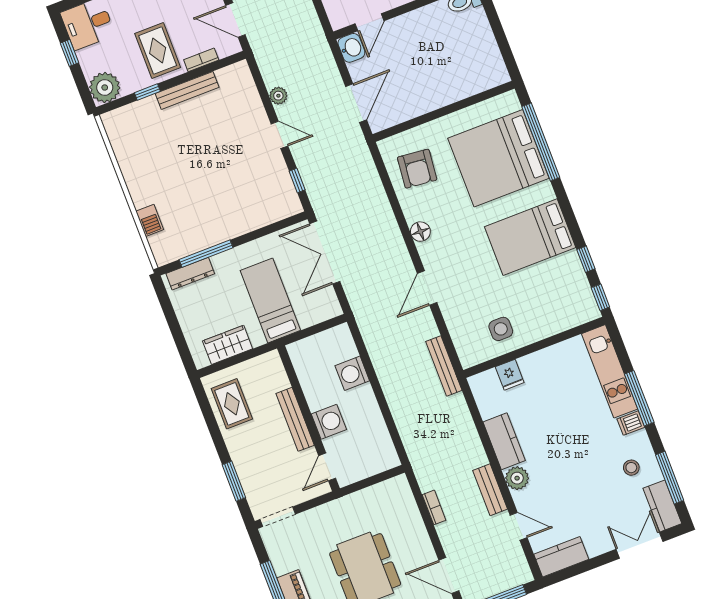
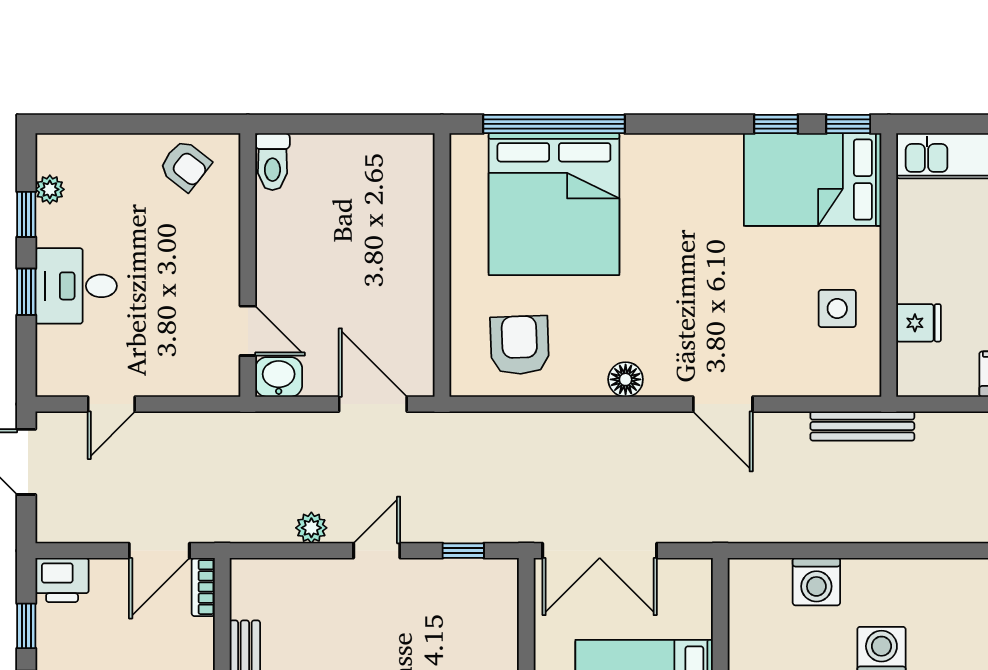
bookcase: (201, 60) -> (203, 587), moved
armchair: (417, 169) -> (520, 345), turned -98
bed: (530, 237) -> (813, 180), moved, turned 90

